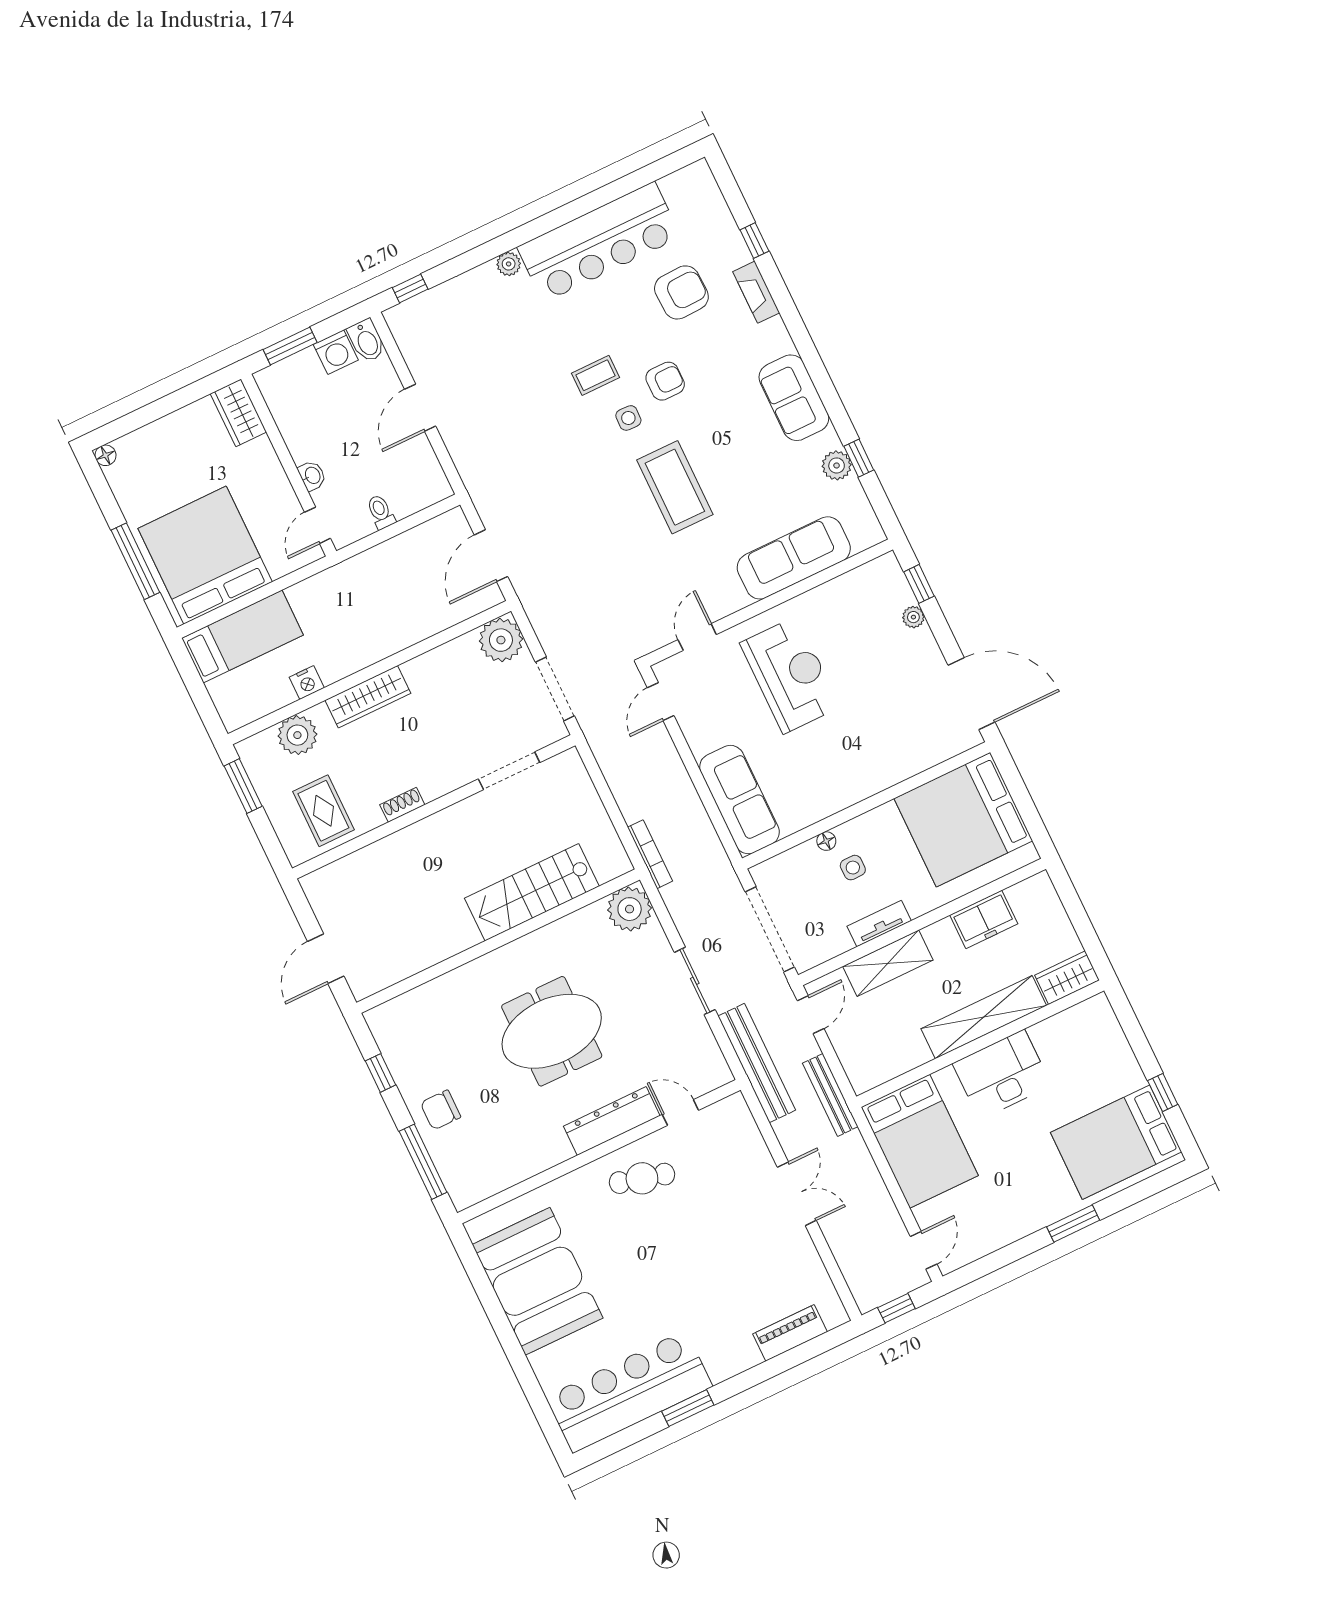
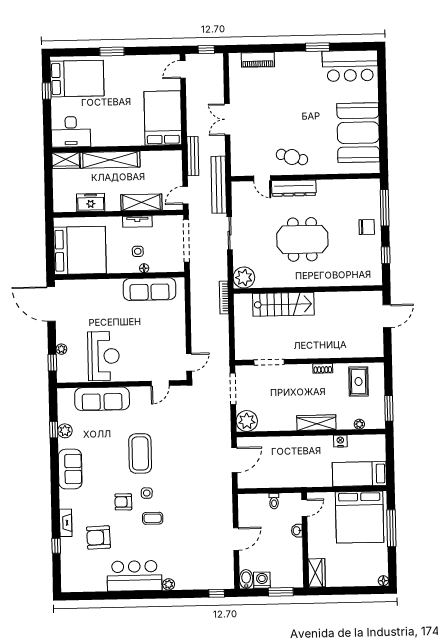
bar counter: (599, 242) -> (134, 576), width x0.73
reception desk: (790, 675) -> (104, 356), moved, turned 180
plant: (297, 735) -> (359, 424), width x0.53, depth x0.53
sofa: (739, 800) -> (150, 289), moved, turned -90
desk: (1002, 1075) -> (71, 132), moved
bar counter: (629, 1392) -> (350, 66), width x0.73

